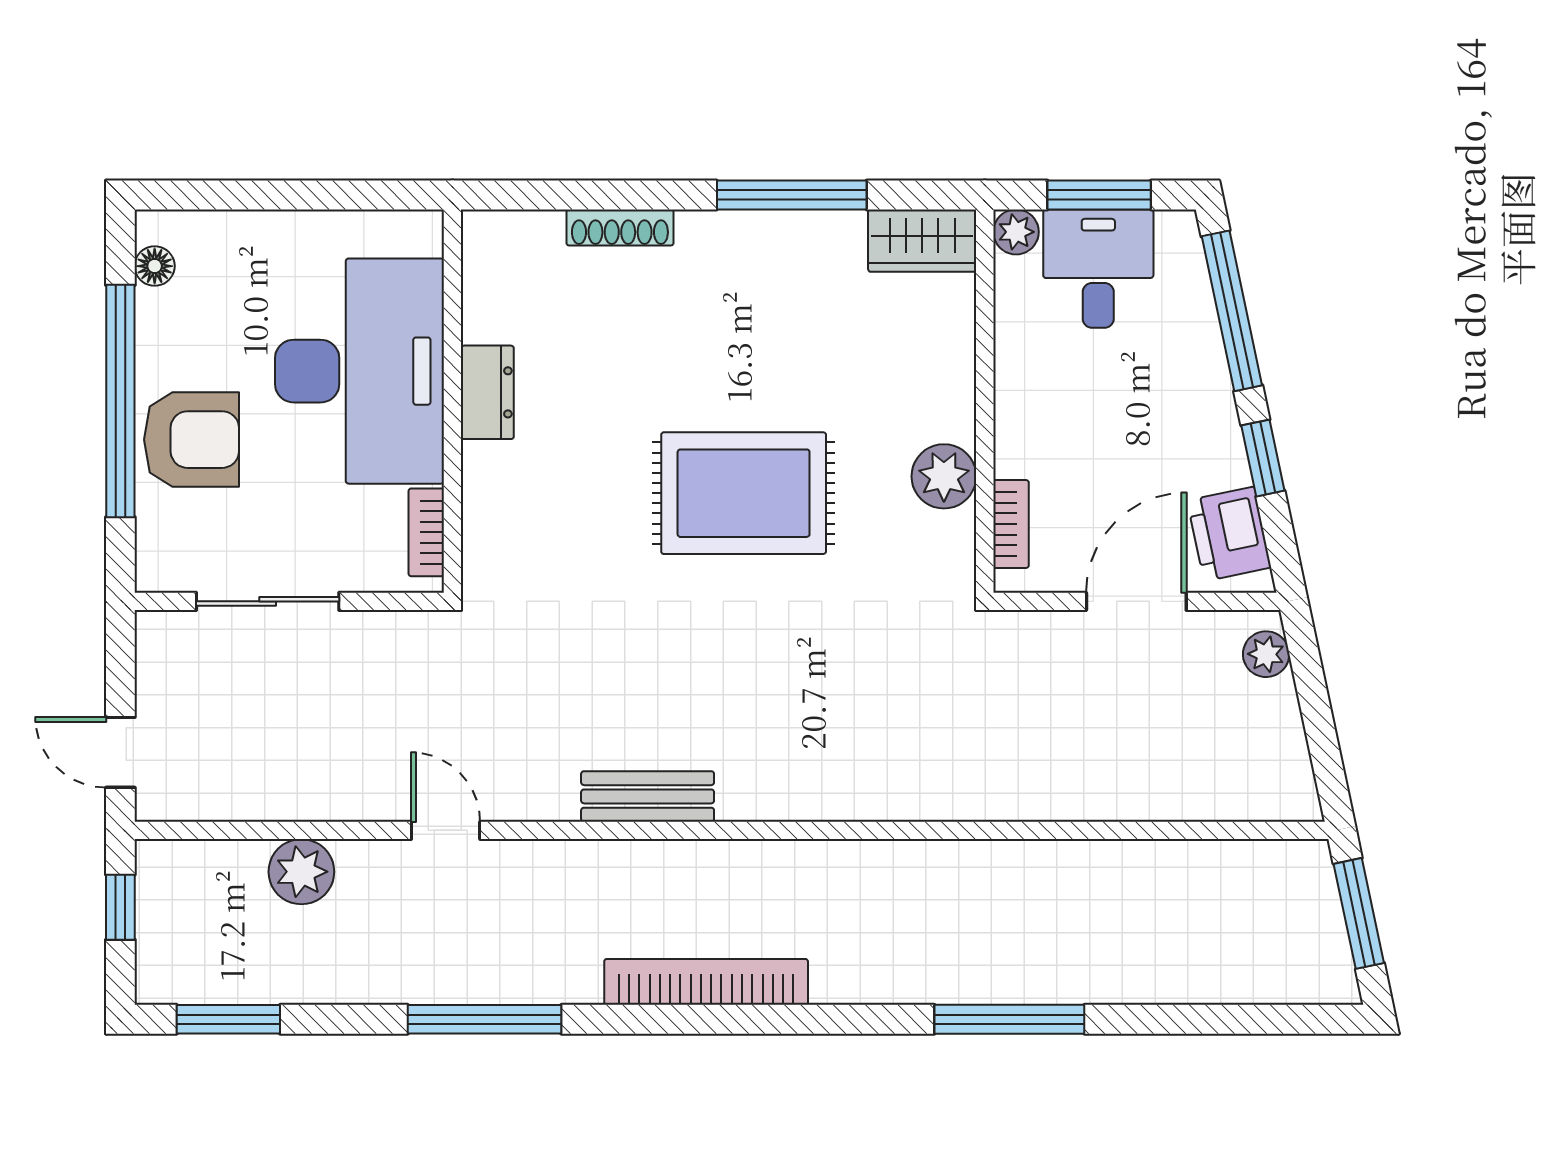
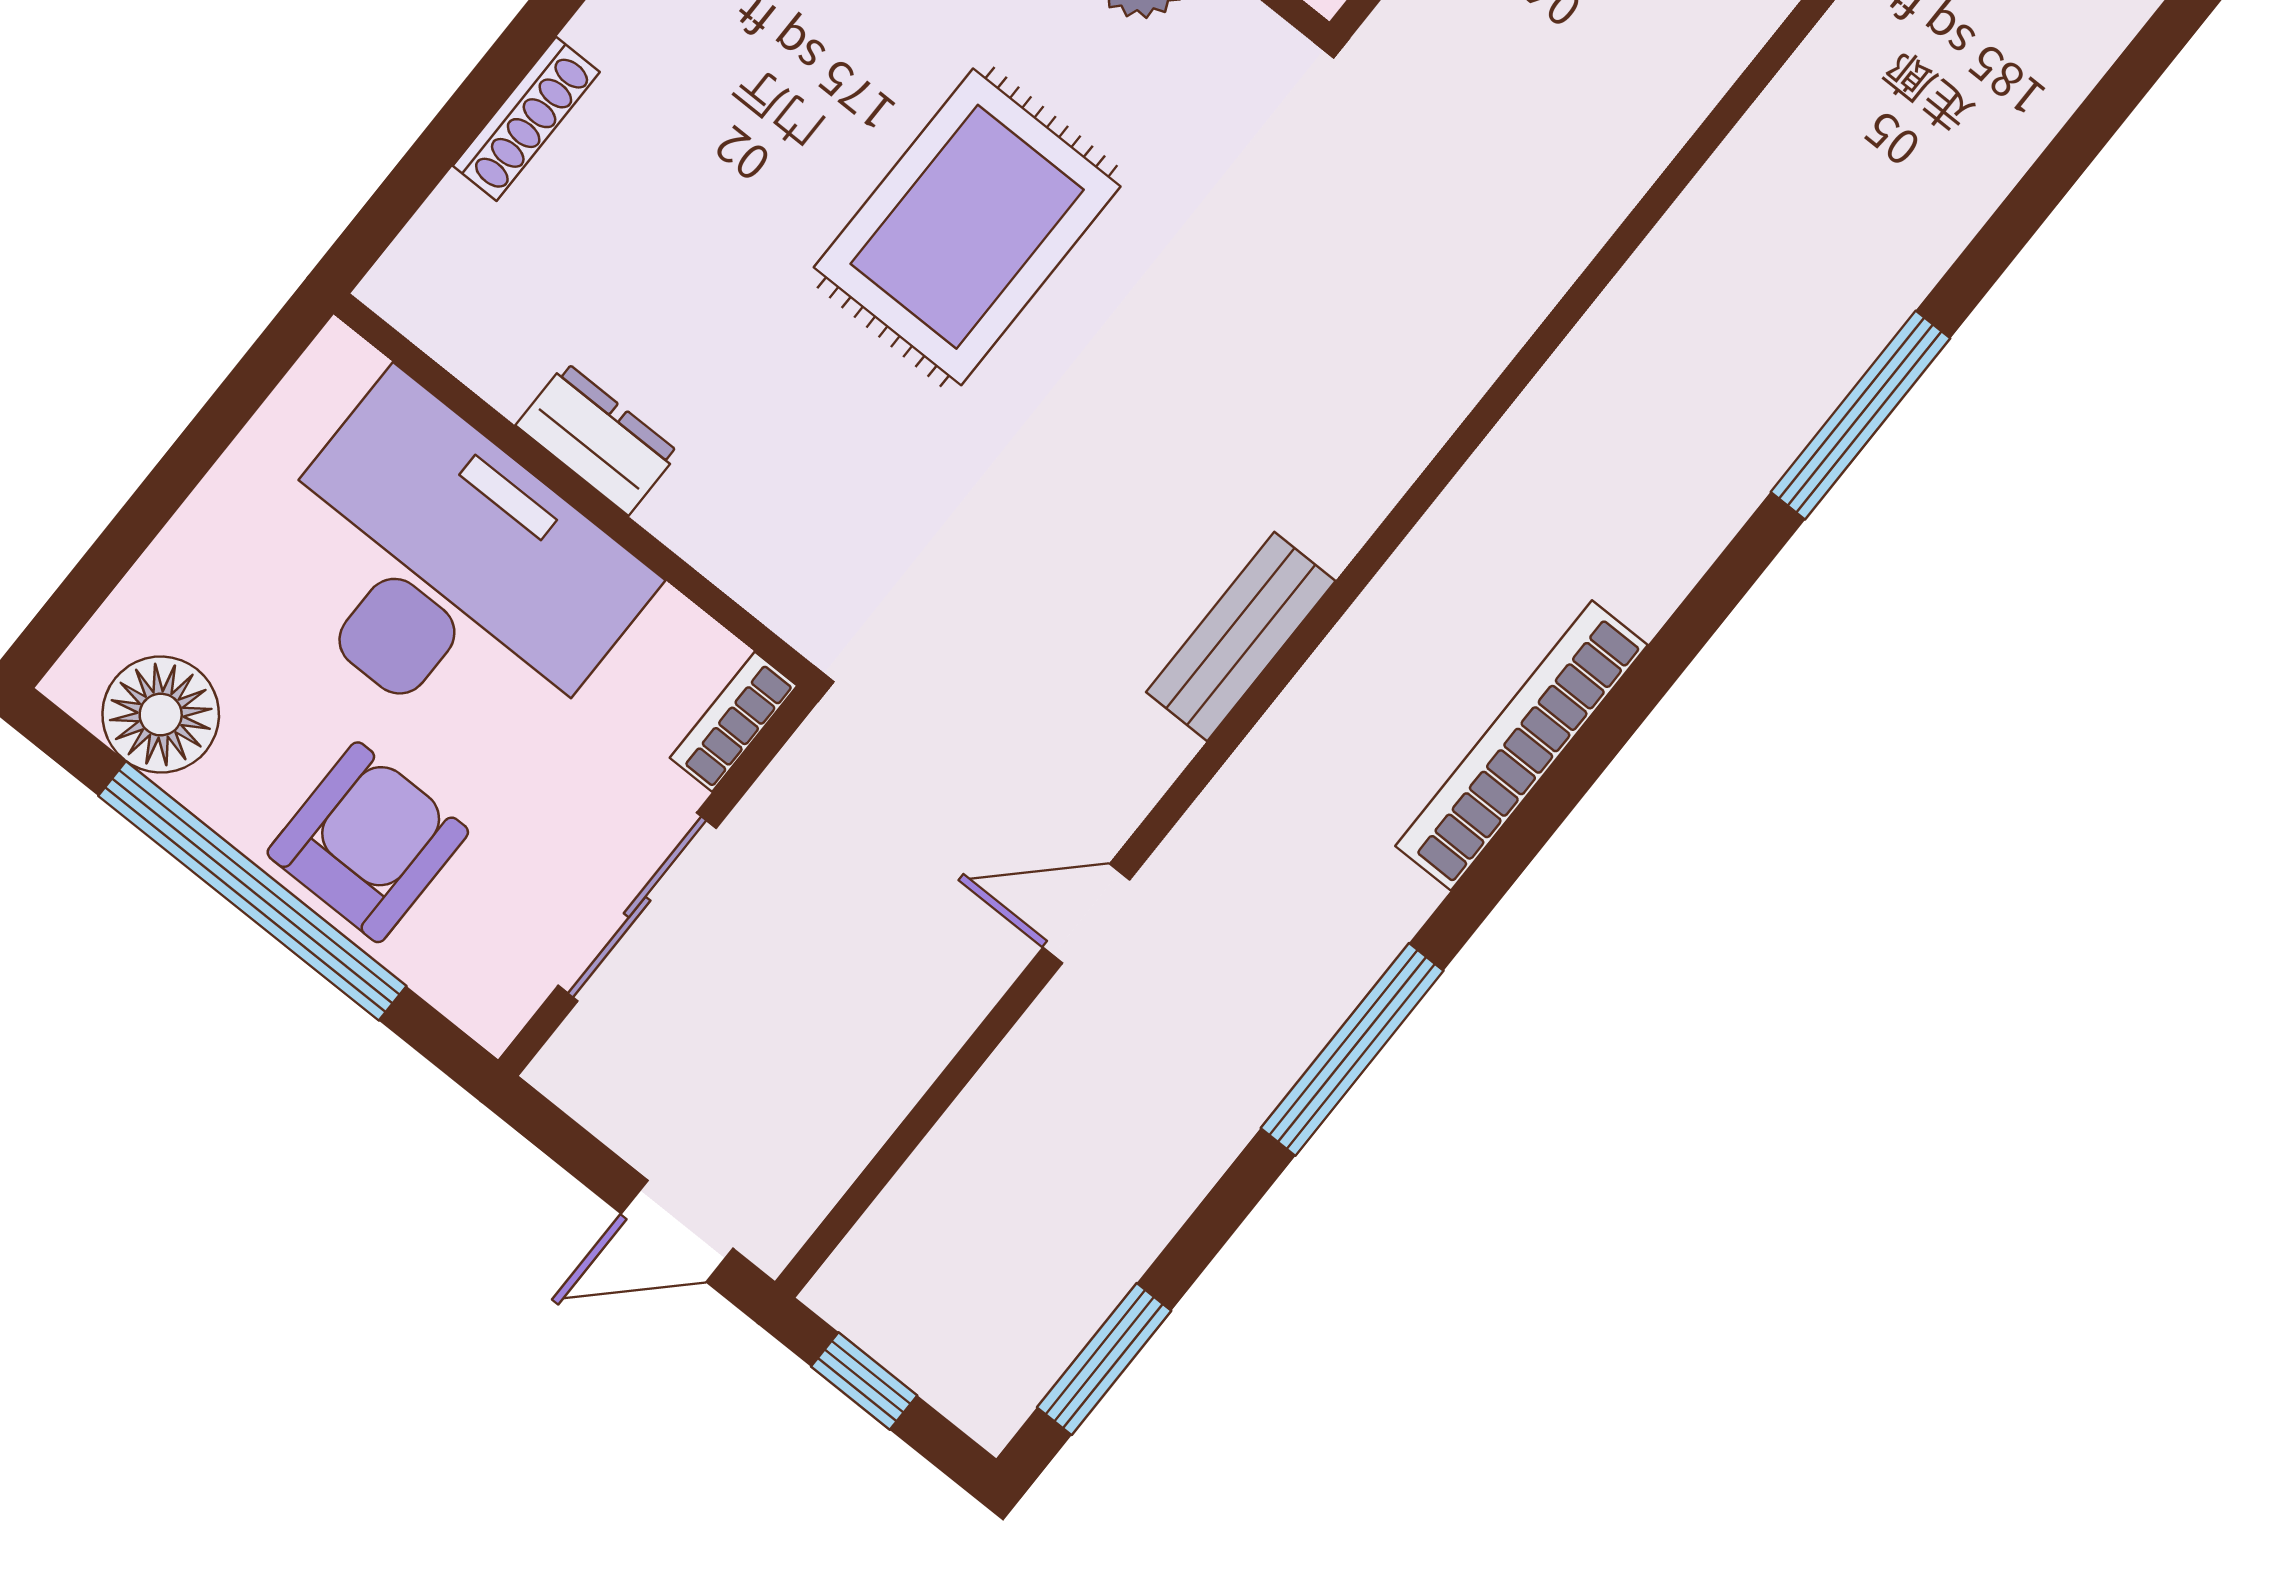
floor lamp: (155, 266) -> (161, 715), width x1.89, depth x1.89
bookcase: (426, 532) -> (733, 722), moved, turned 90
plant: (301, 872) -> (996, 1128), removed

